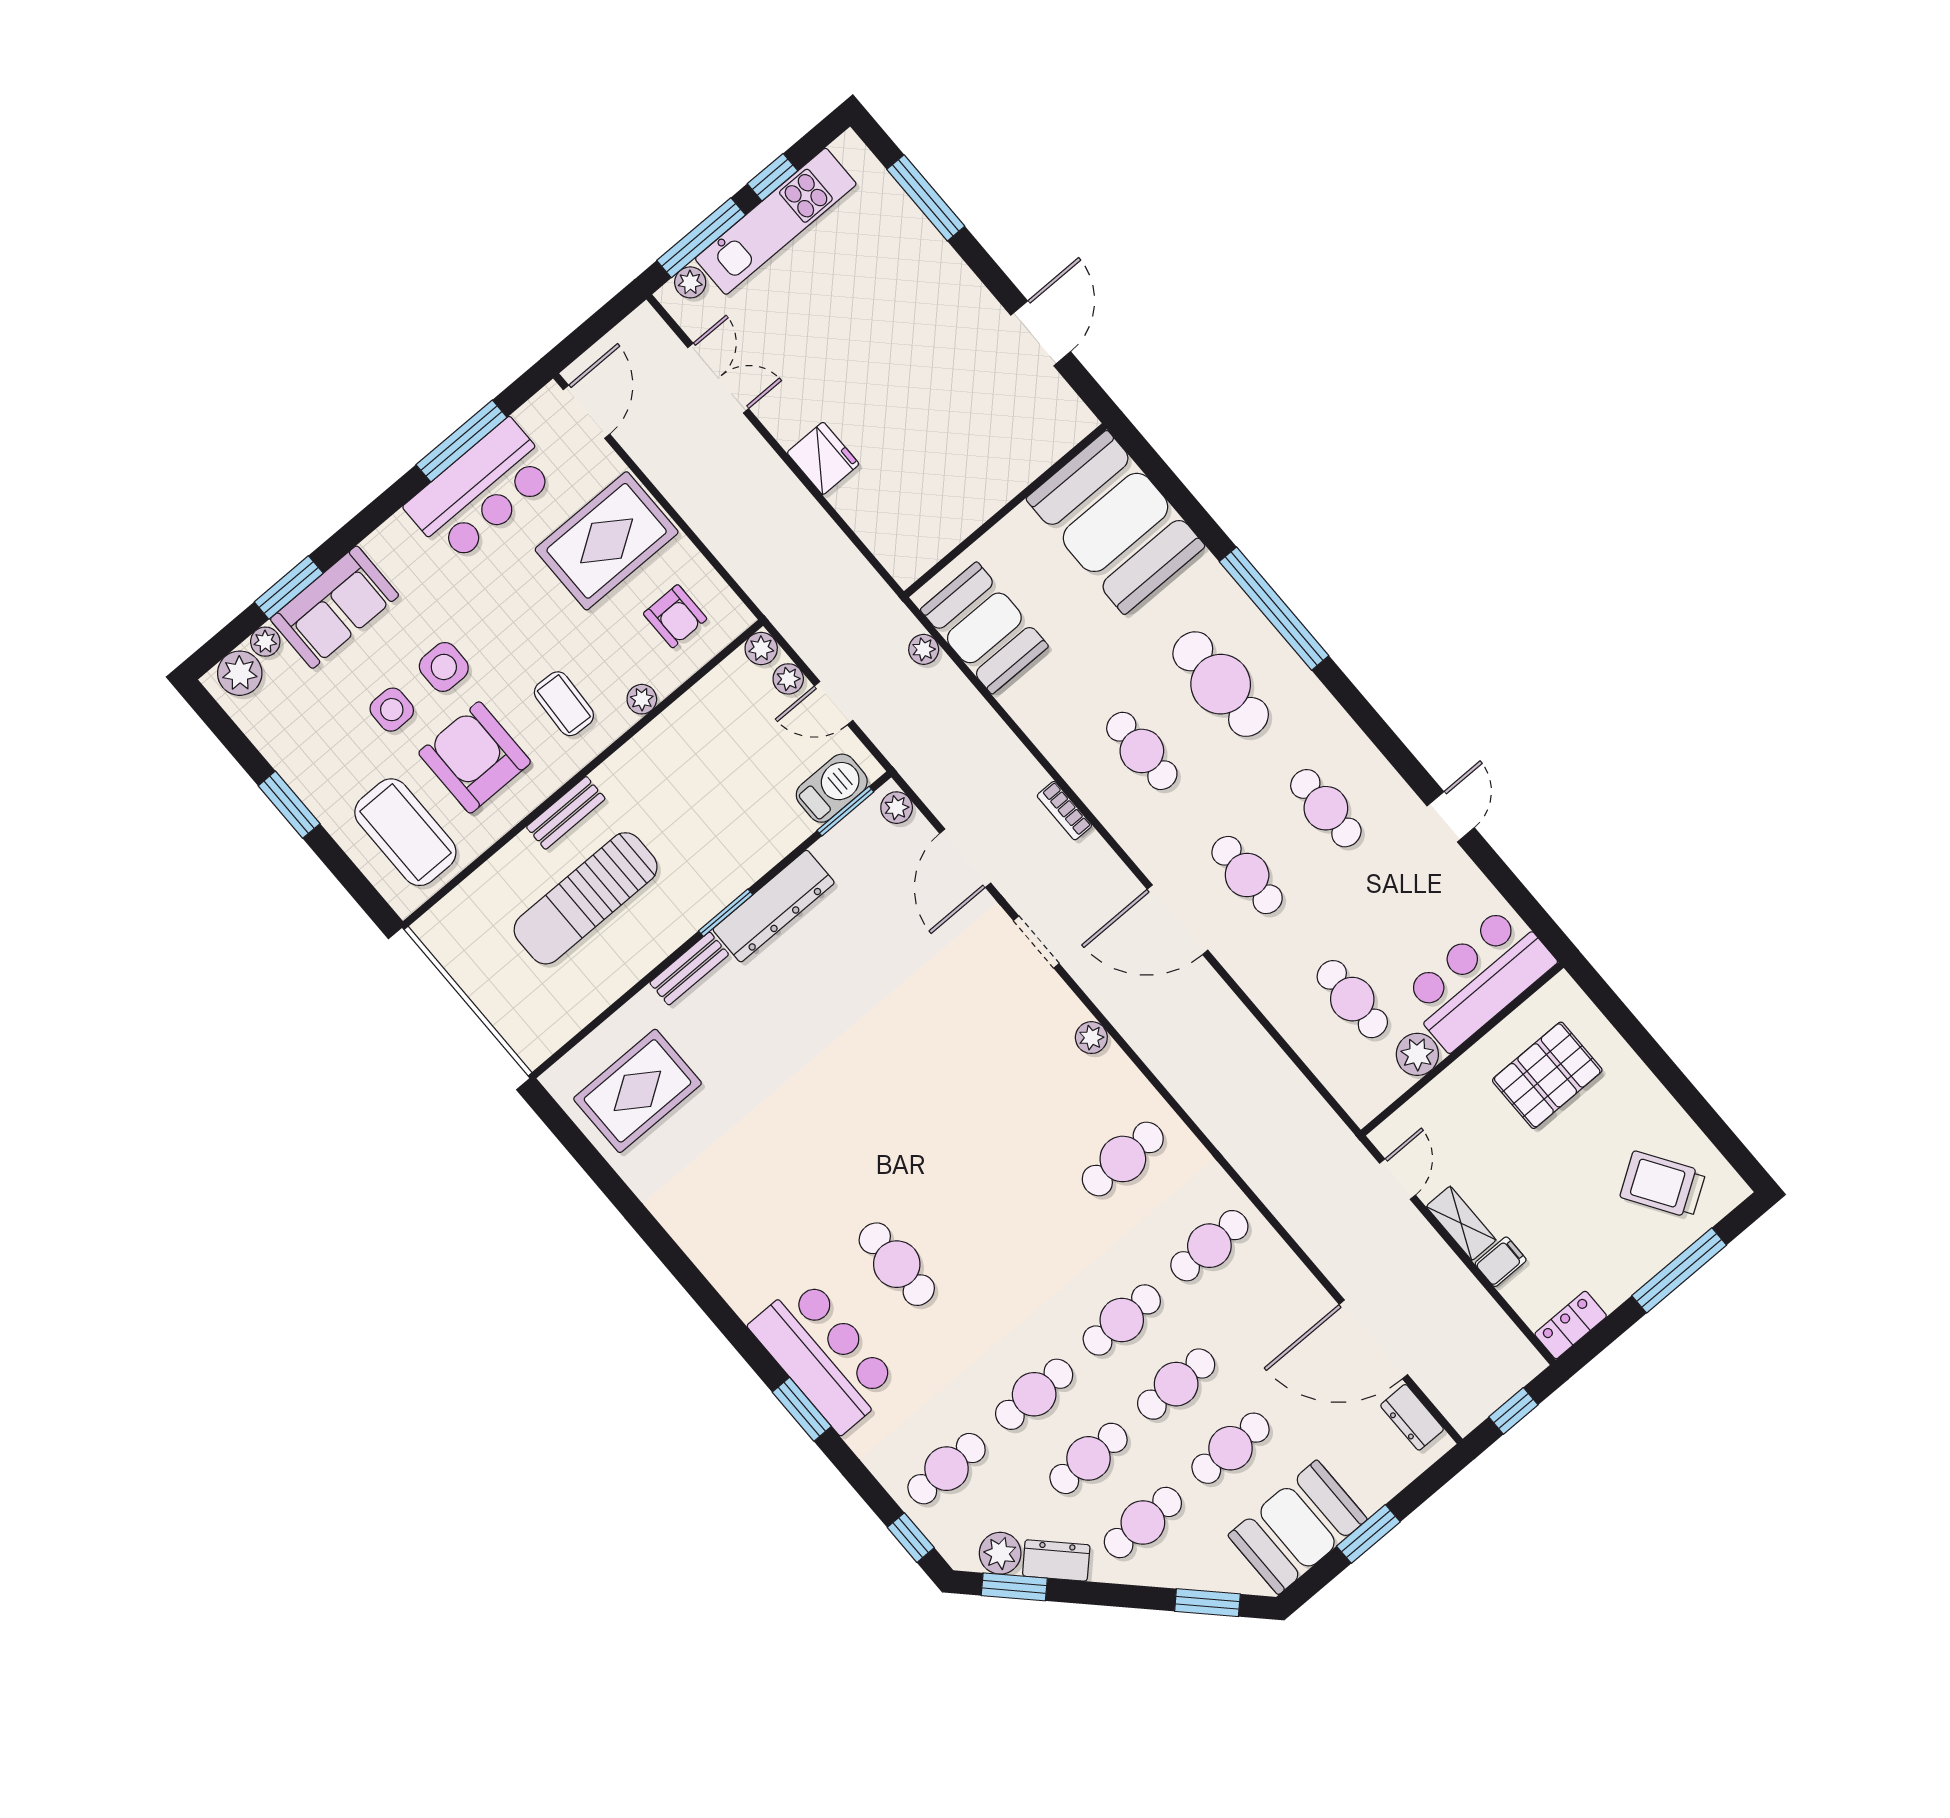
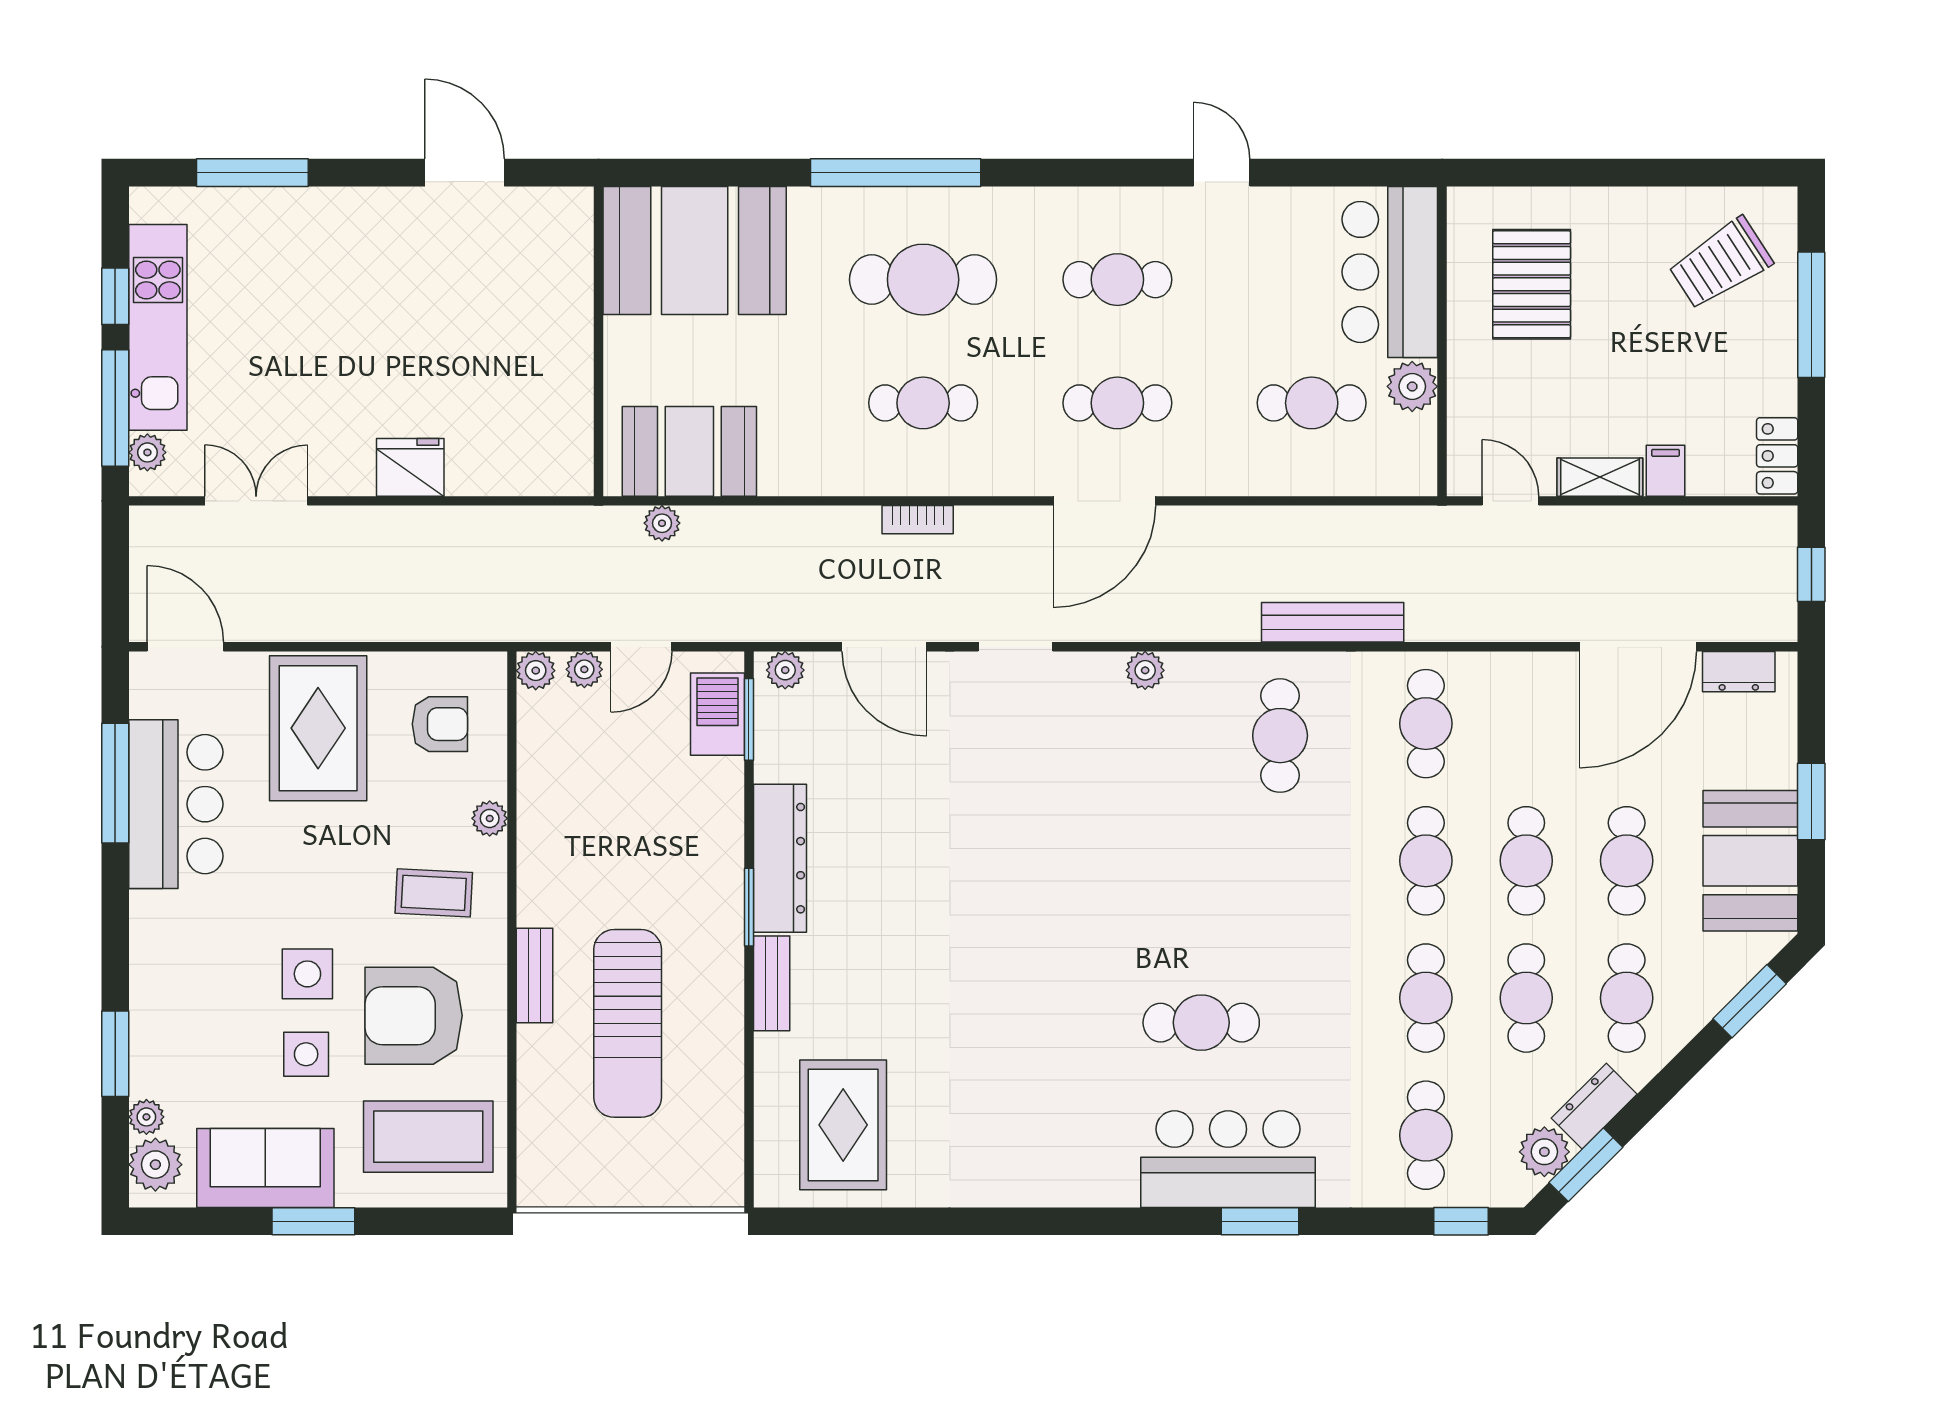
sofa: (334, 607) -> (265, 1168), moved, turned -90
bench: (1224, 1131) -> (1333, 622), added

